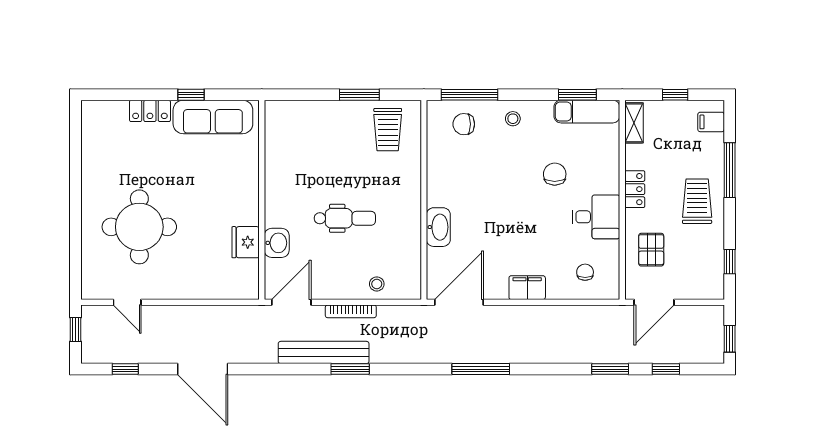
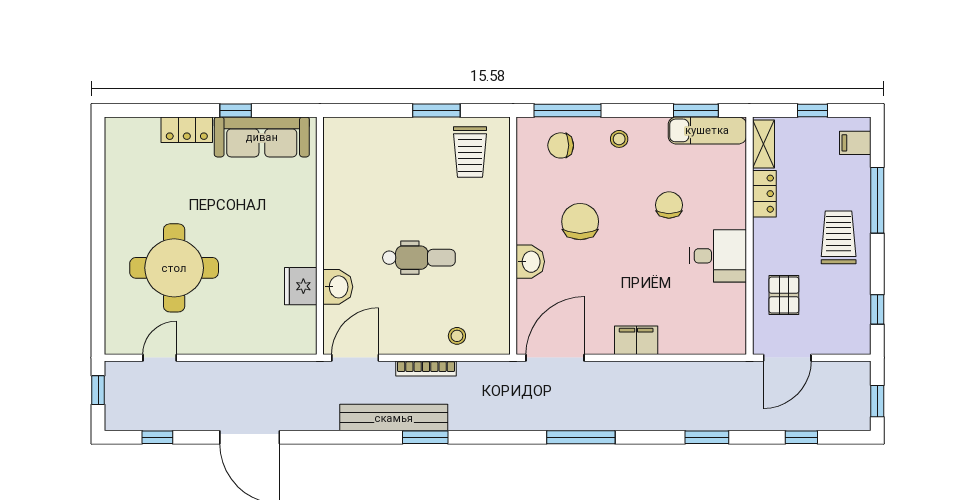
locker: (635, 189) -> (764, 194), moved
washbasin: (438, 227) -> (530, 262), width x0.72
chair: (585, 272) -> (580, 222), moved, width x1.87, depth x1.87
door: (127, 302) -> (160, 358), swing flipped
window: (610, 369) -> (707, 437), moved

